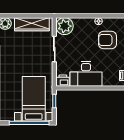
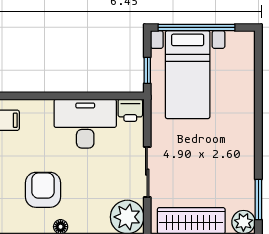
armchair: (108, 40) -> (43, 190), turned -90

